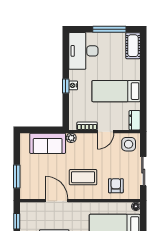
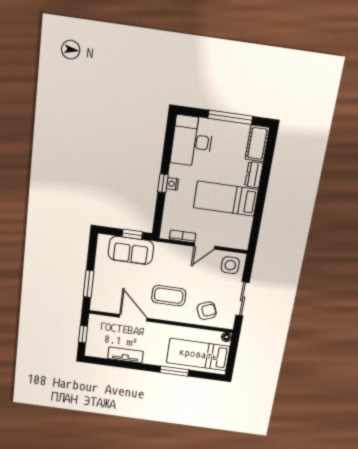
dresser: (135, 120) -> (254, 175), moved
window: (47, 130) -> (132, 234), added
plant: (71, 138) -> (161, 248), removed
armchair: (116, 186) -> (207, 311), turned 67

